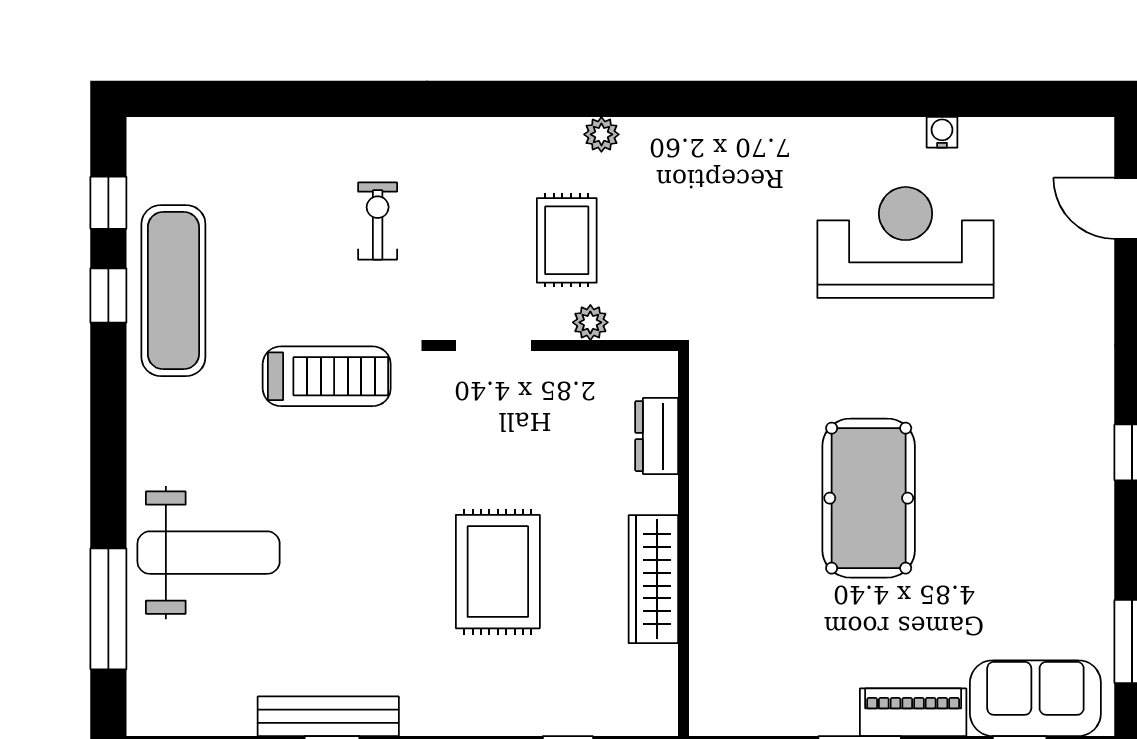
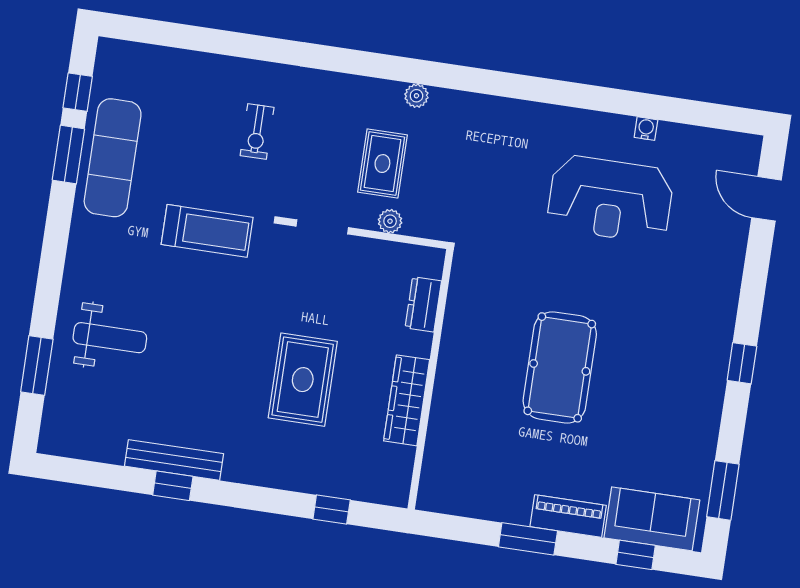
exercise bike: (378, 221) -> (257, 132), turned 180
reception desk: (906, 242) -> (610, 199), turned 180
window: (108, 295) -> (68, 155), width x1.50
weight bench: (209, 553) -> (110, 338), width x0.73, depth x0.75
window: (108, 609) -> (37, 365), width x0.69

